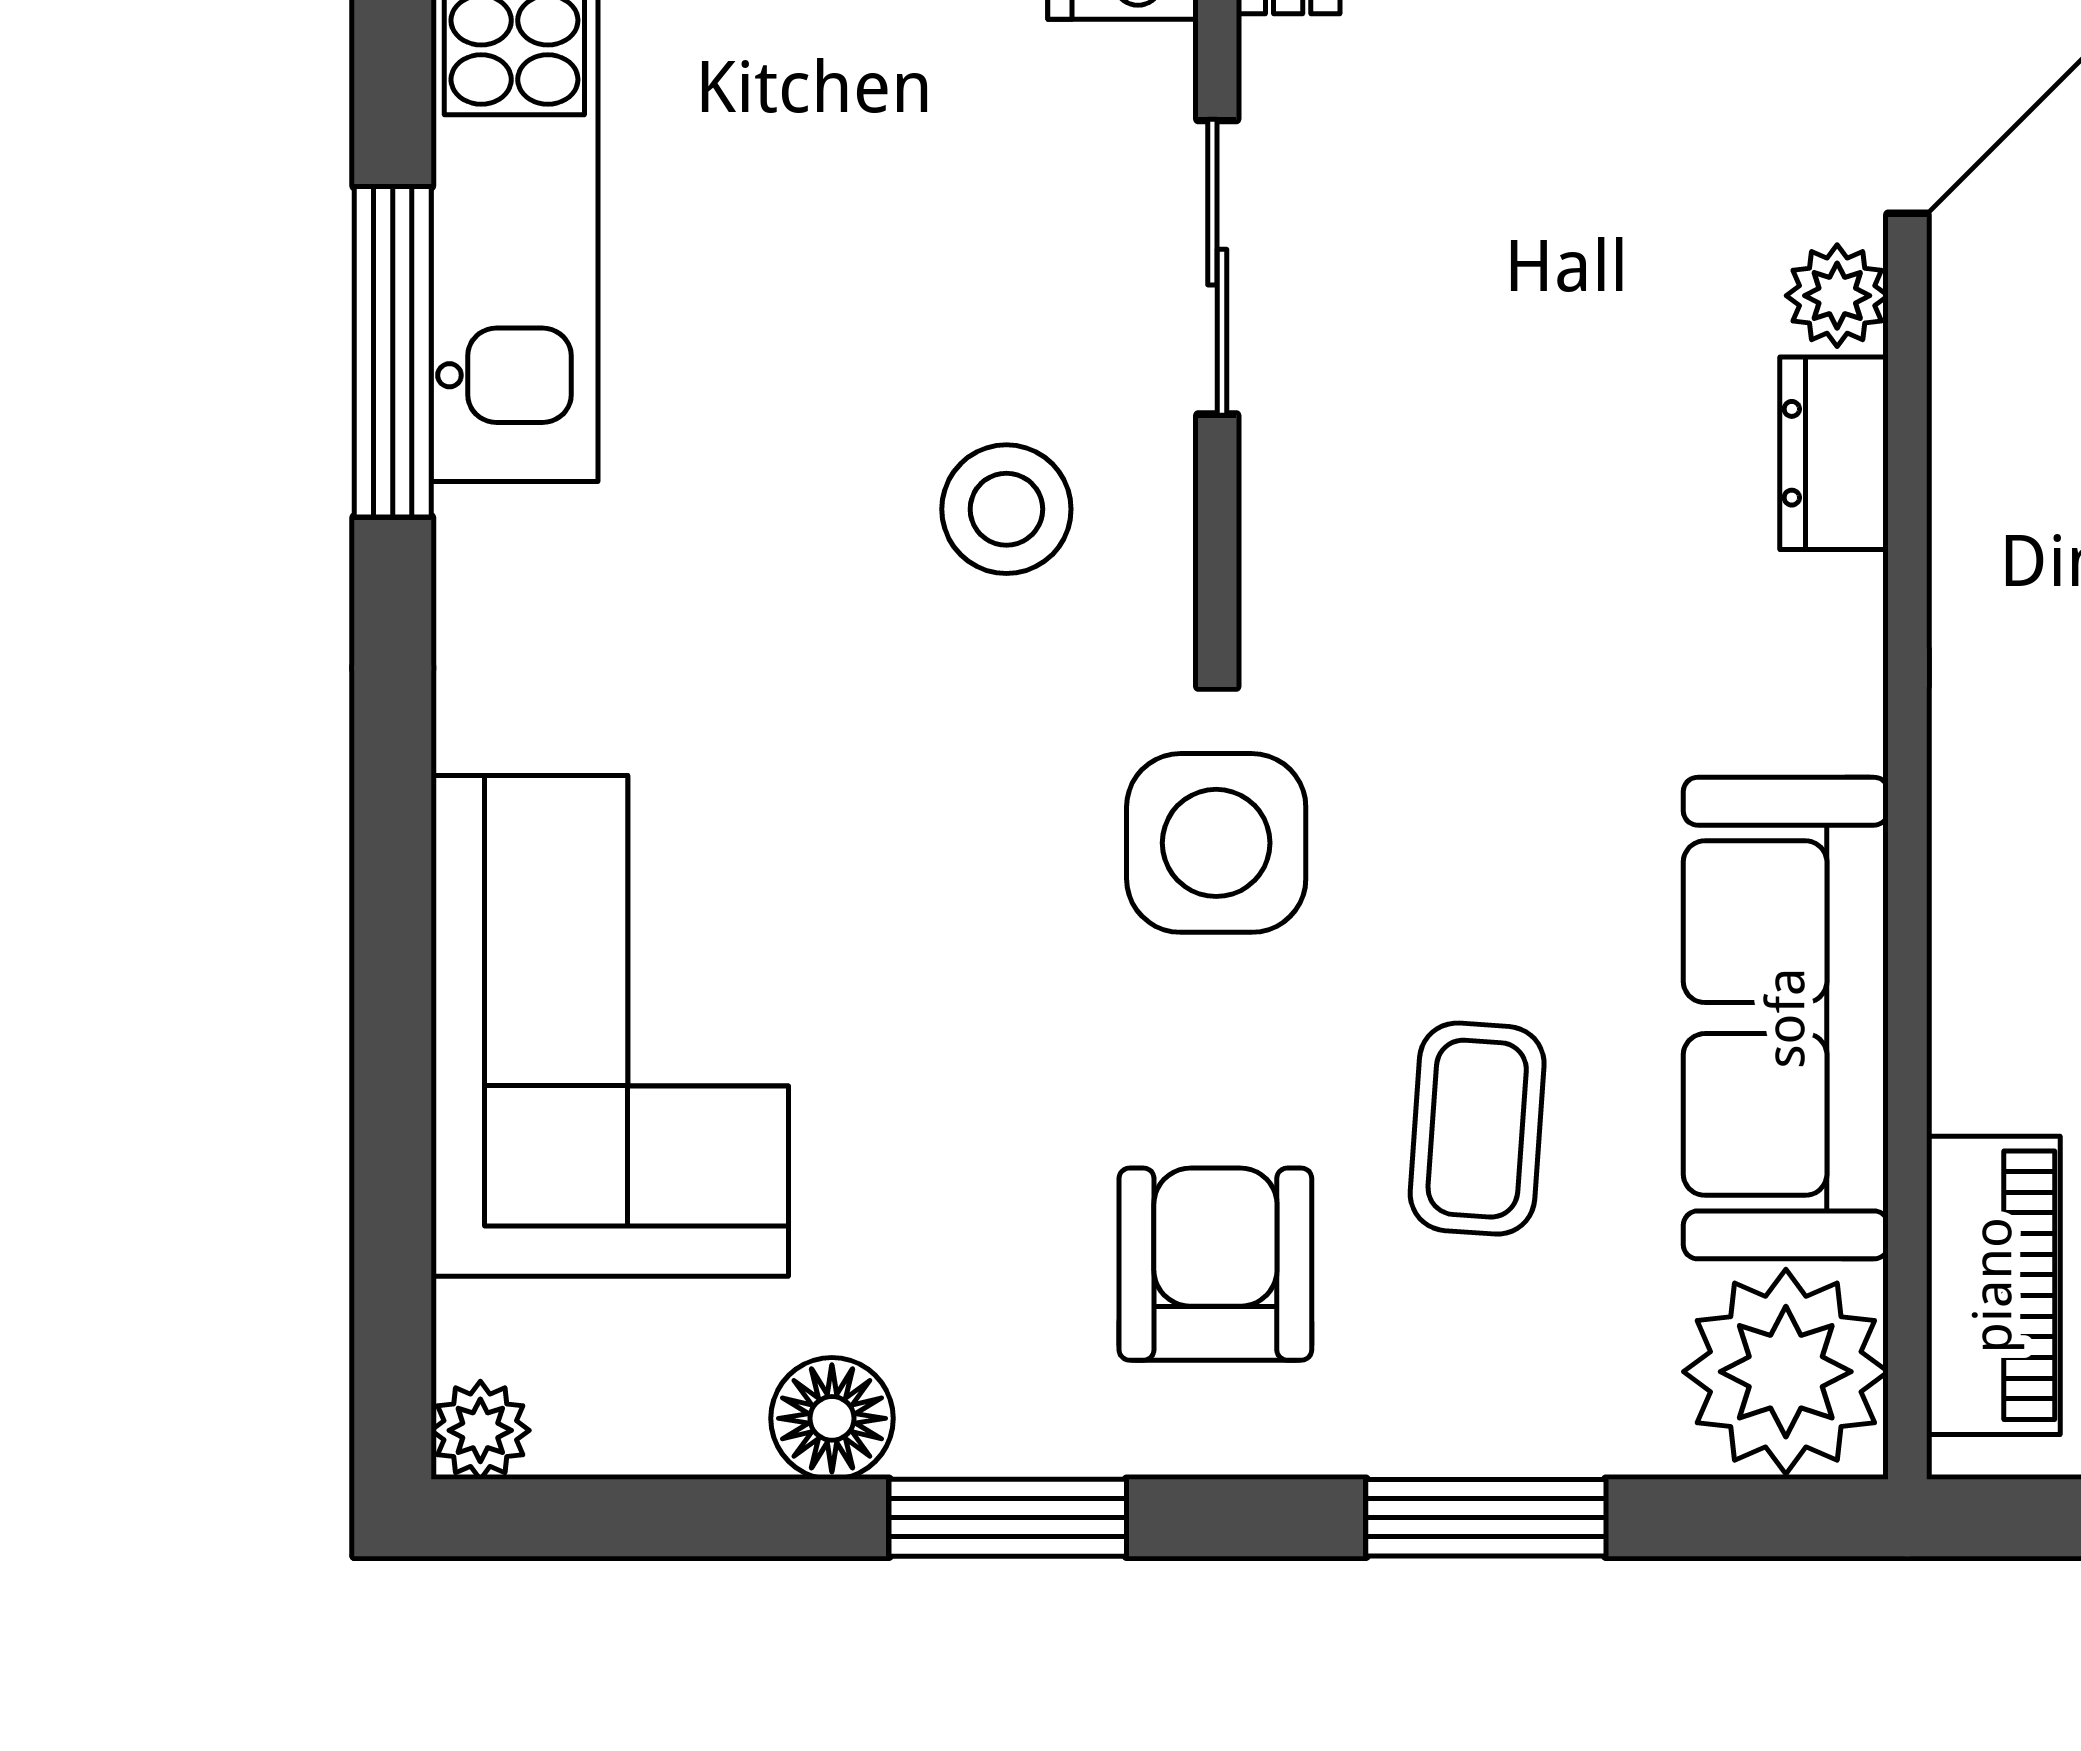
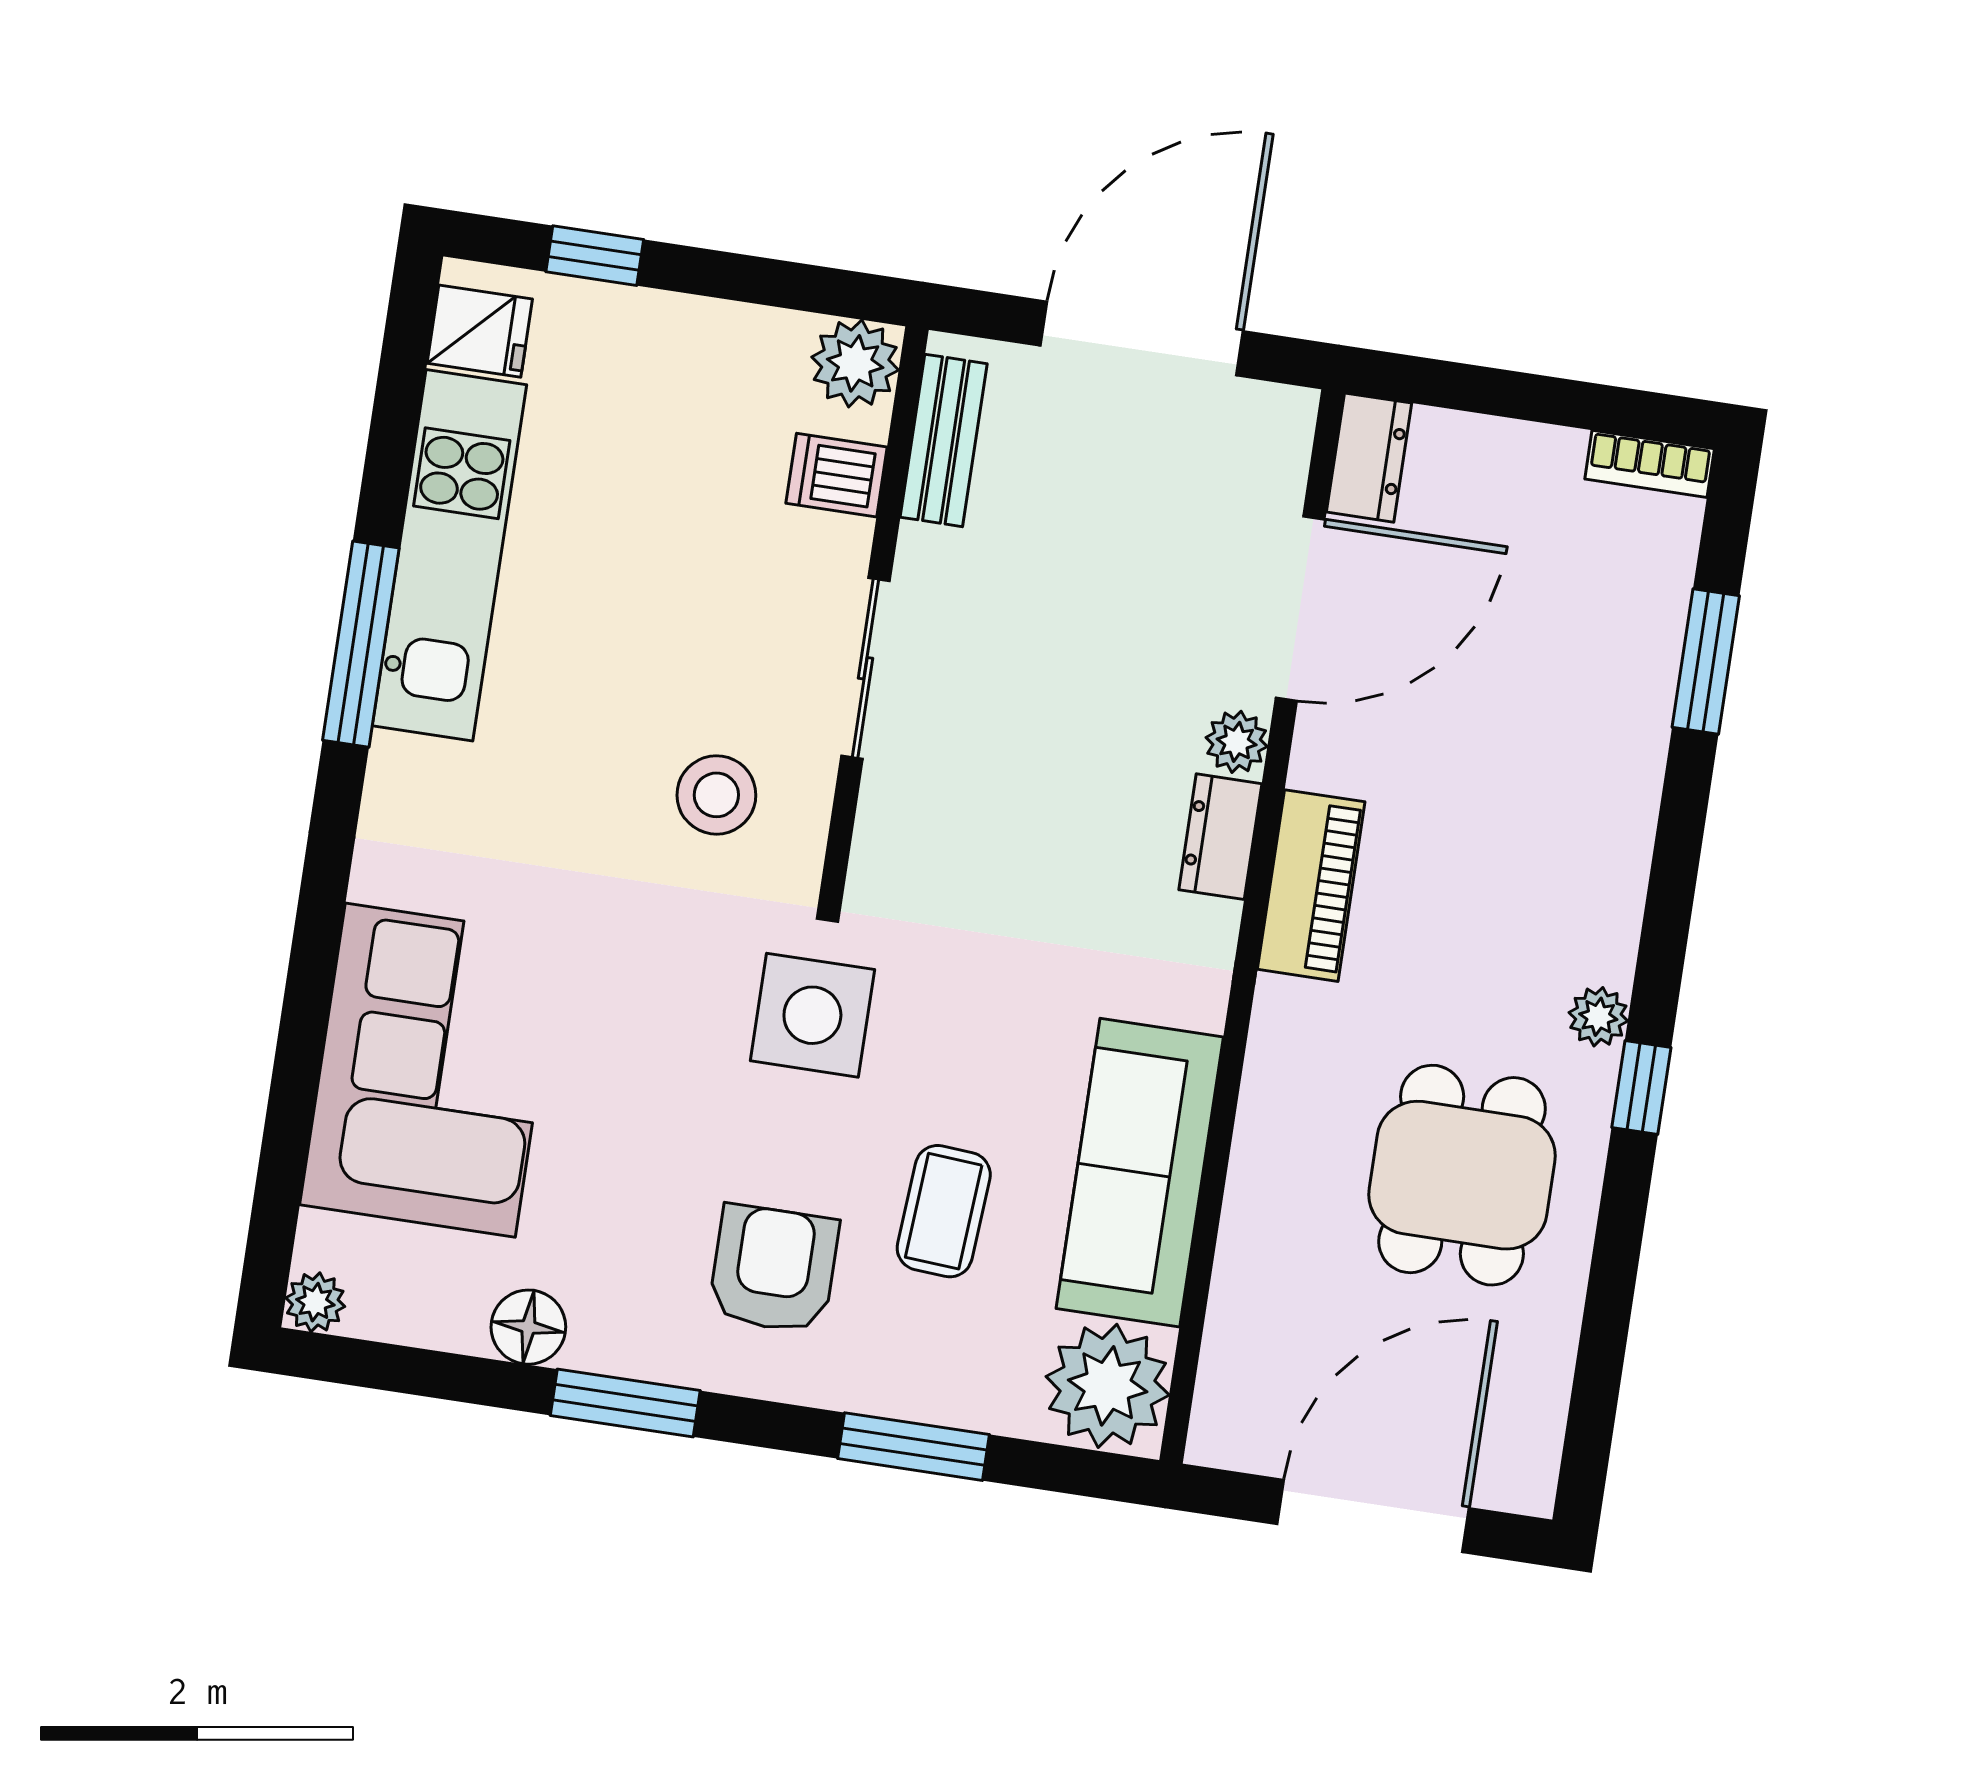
piano: (1993, 1285) -> (1311, 886), moved

